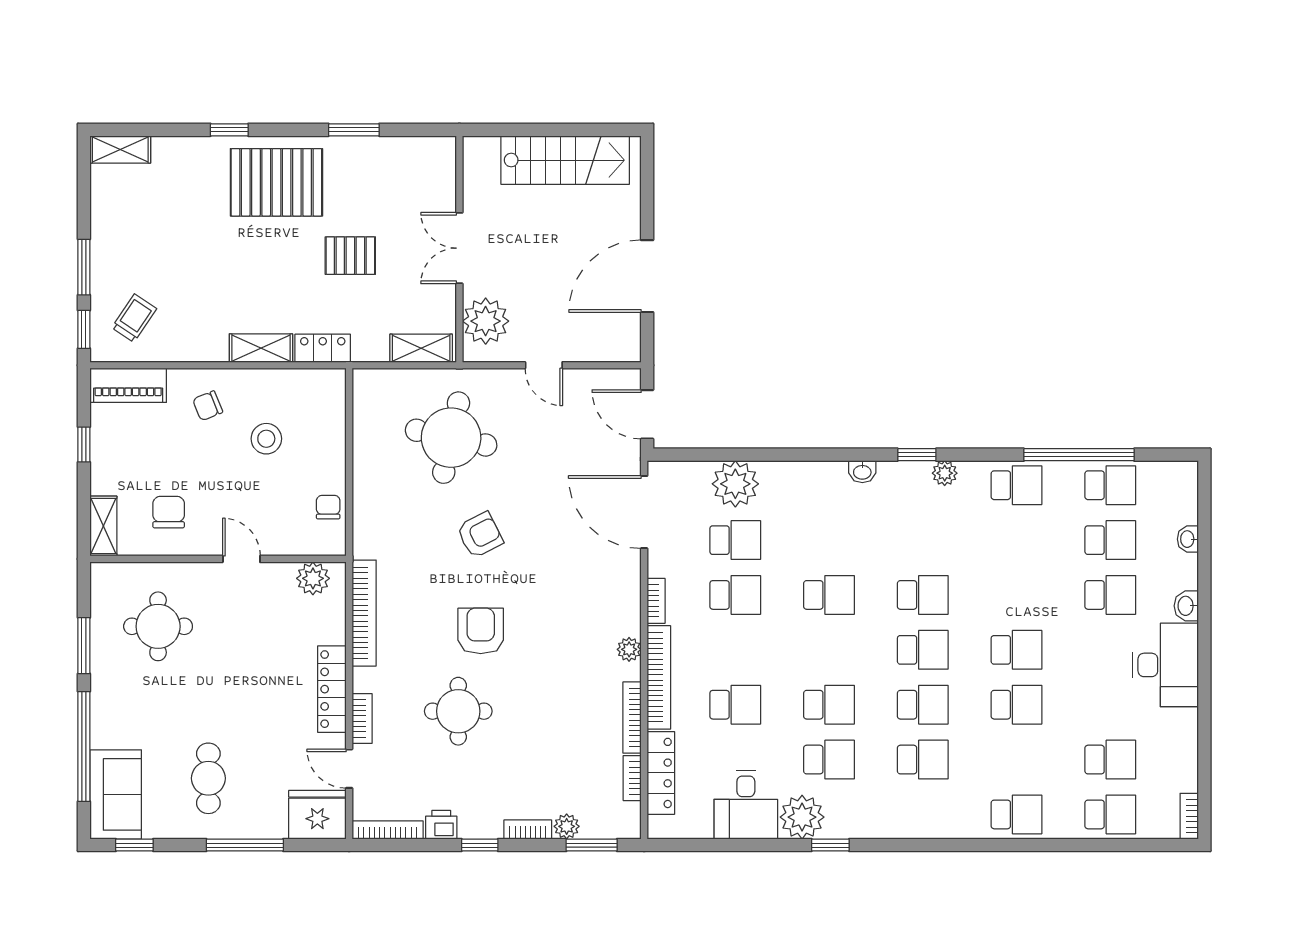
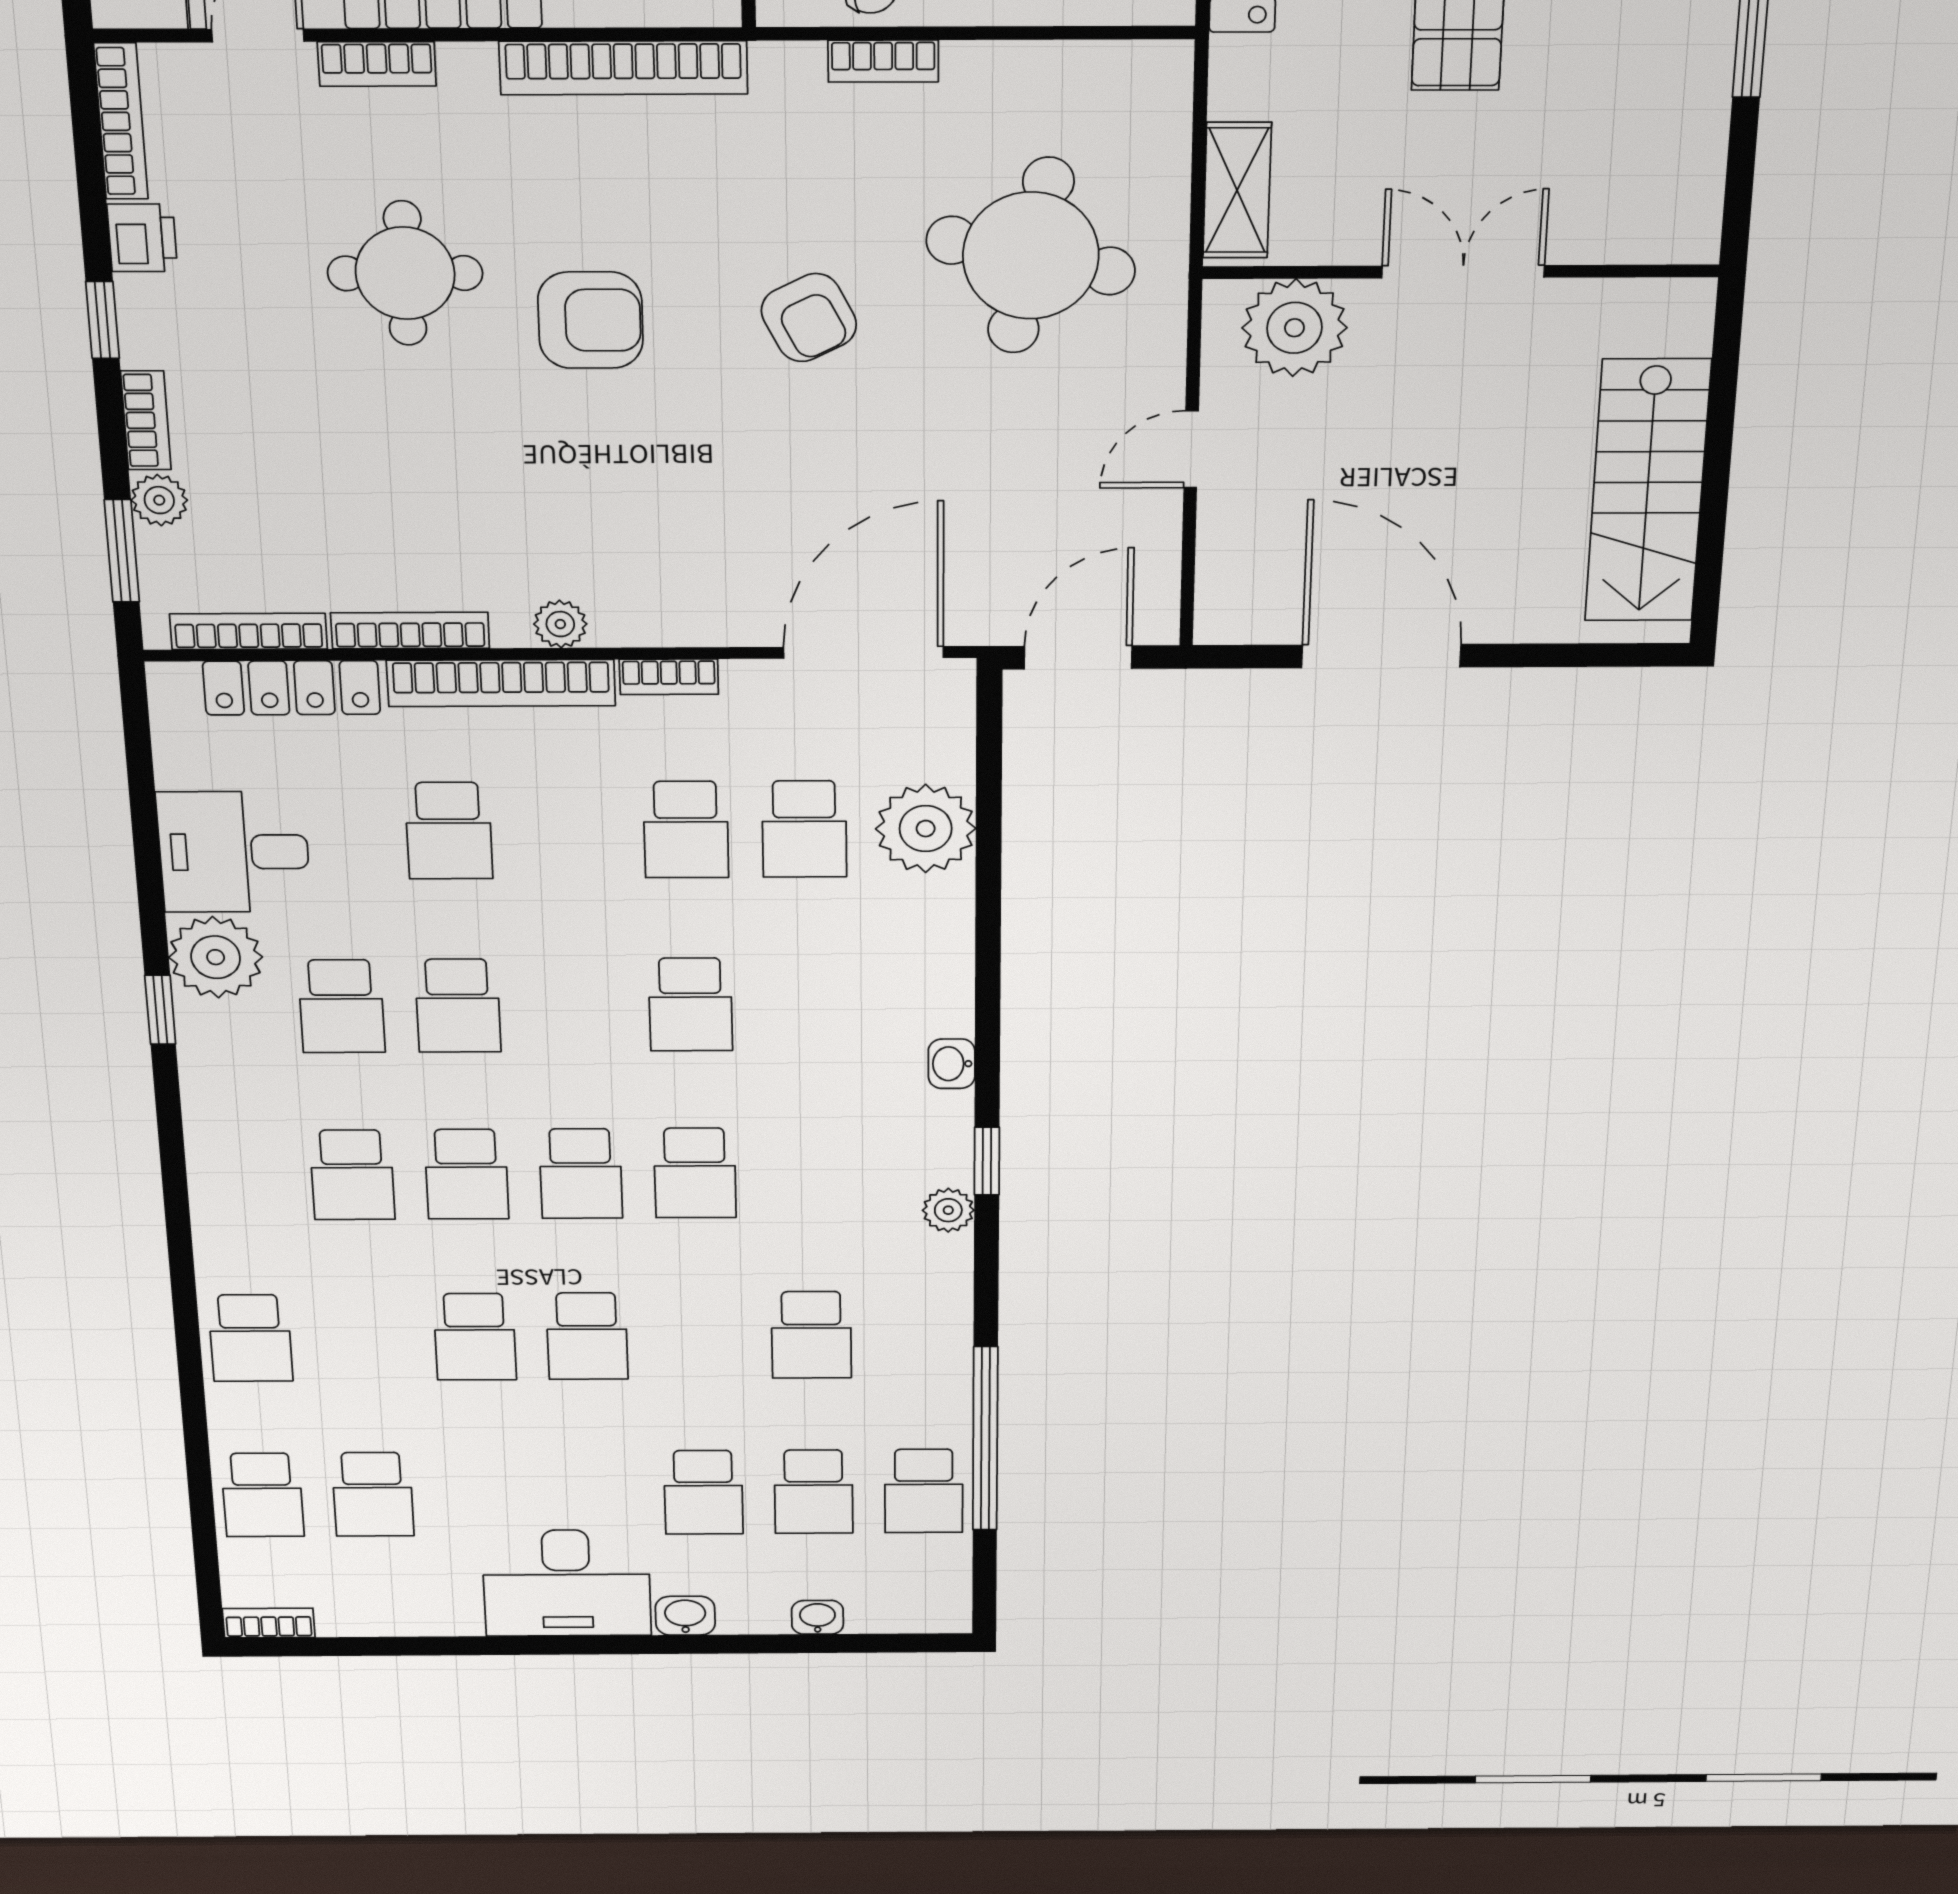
school desk: (1017, 485) -> (811, 1335), moved
bookcase: (362, 502) -> (883, 61), added
bookcase: (632, 778) -> (248, 631), width x1.56

